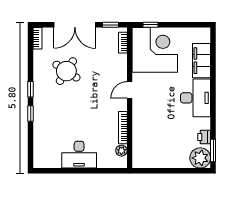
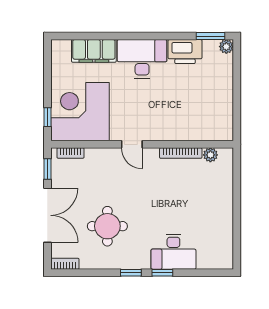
round table: (66, 71) -> (107, 226), turned -33
printer: (204, 137) -> (185, 52), width x1.87, depth x1.48
desk: (79, 155) -> (173, 252), moved, turned 90
plant: (200, 158) -> (226, 47), width x0.53, depth x0.53

